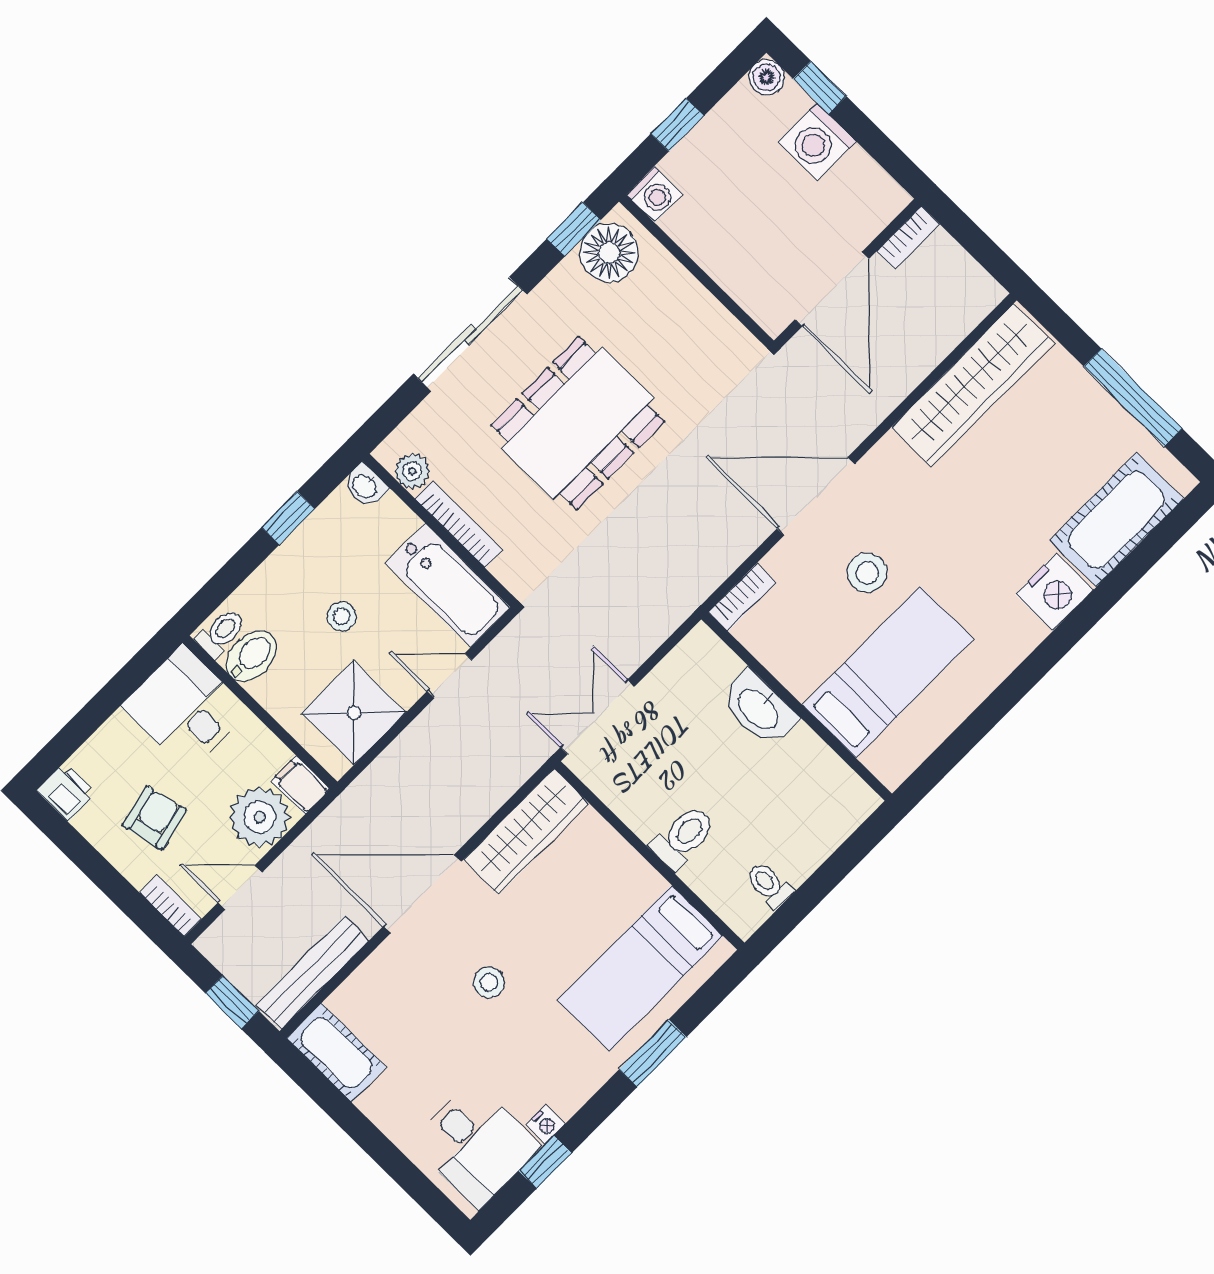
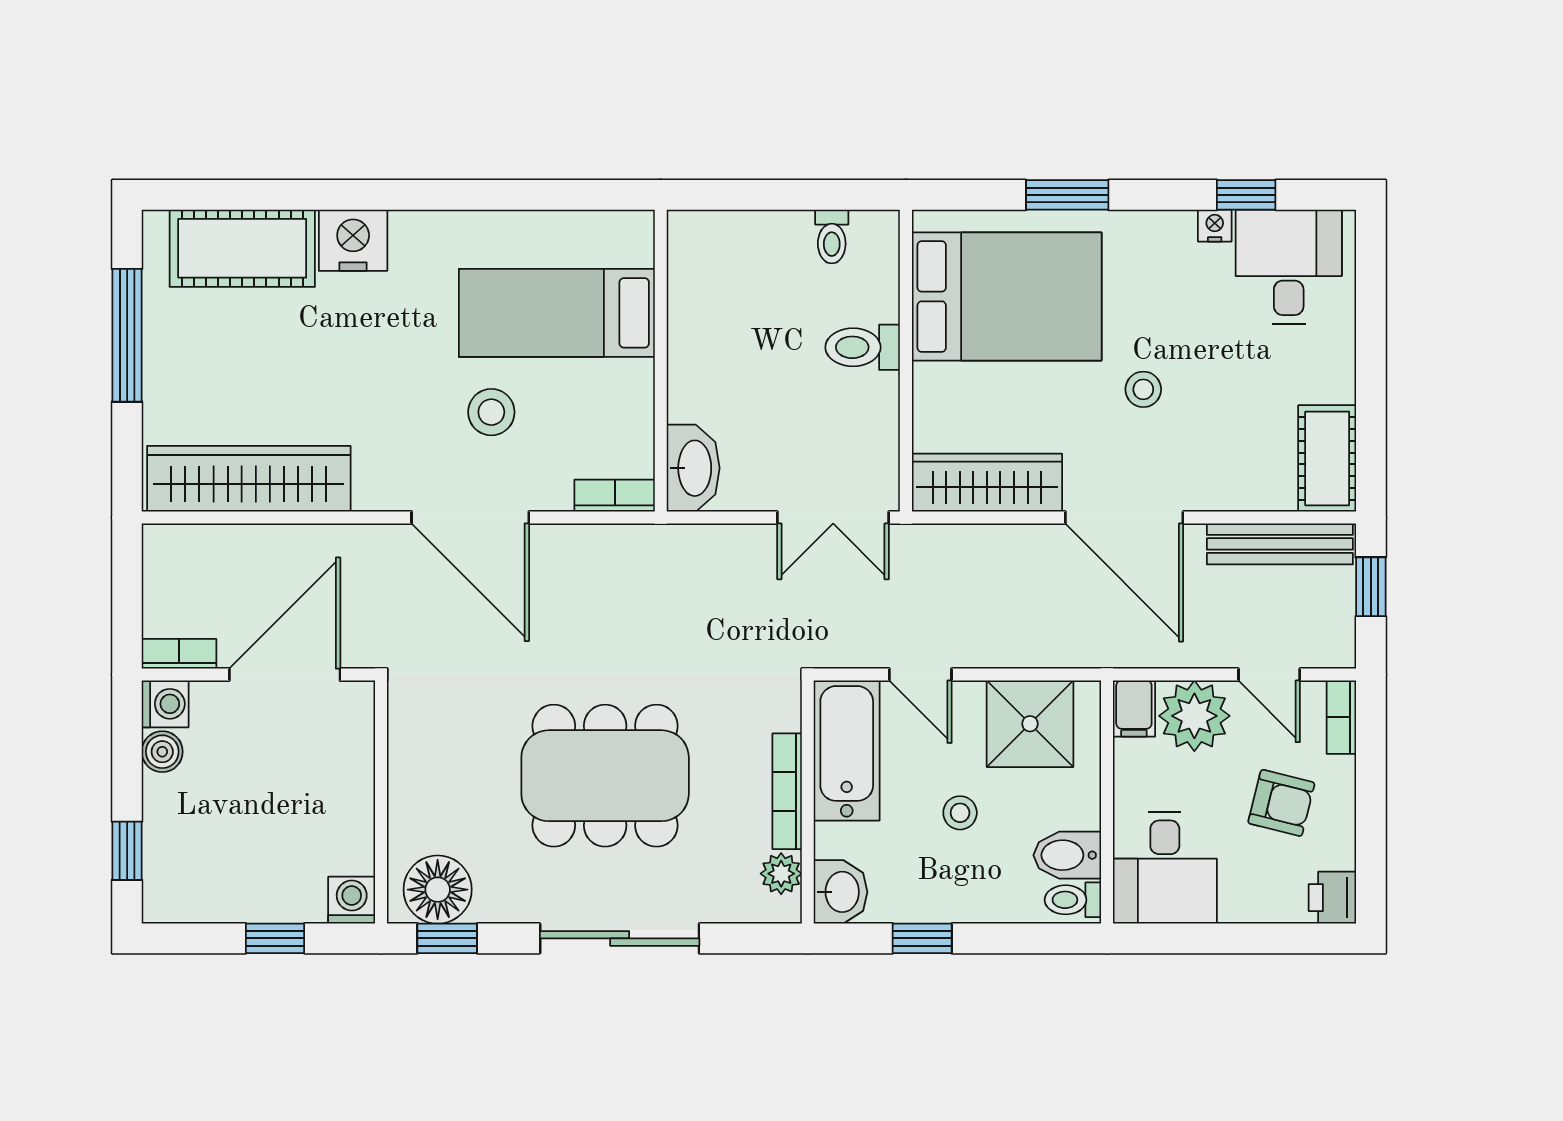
boiler: (767, 77) -> (162, 752), moved
washing machine: (817, 142) -> (165, 704), moved, width x0.73, depth x0.73
washbasin: (365, 486) -> (841, 892), width x1.38, depth x1.45
washbasin: (759, 708) -> (693, 468), moved
armchair: (155, 818) -> (1281, 803), turned -153
bed: (640, 968) -> (1007, 296), width x1.50

